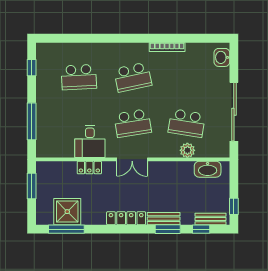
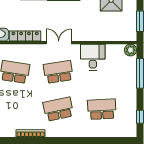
plant: (187, 150) -> (130, 50), moved
locker: (89, 168) -> (25, 36), moved, width x1.53

